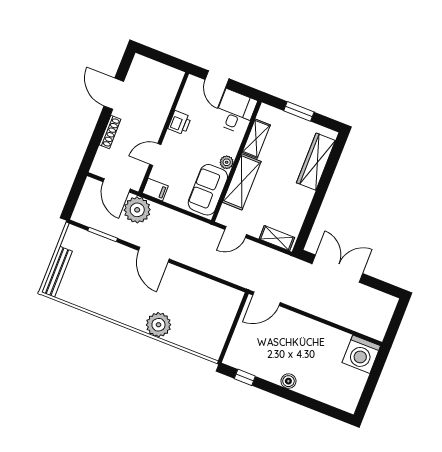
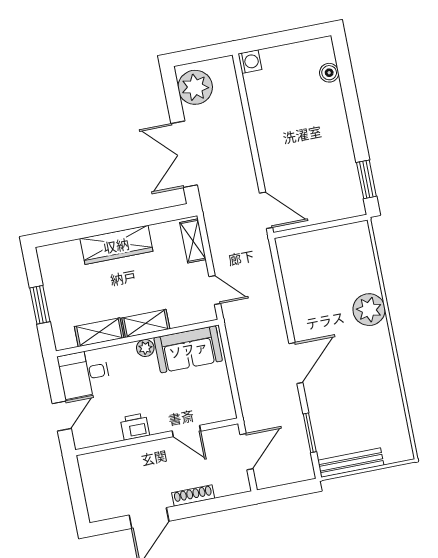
wardrobe: (316, 162) -> (116, 245), moved
shelving: (242, 182) -> (146, 323), width x0.67, depth x0.75
filing cabinet: (155, 190) -> (224, 407), removed
plant: (137, 210) -> (195, 87), moved
bench: (57, 272) -> (351, 463), moved
washing machine: (361, 354) -> (250, 62), width x0.53, depth x0.53
window: (245, 377) -> (366, 179), width x1.50
boiler: (288, 381) -> (329, 73), moved

